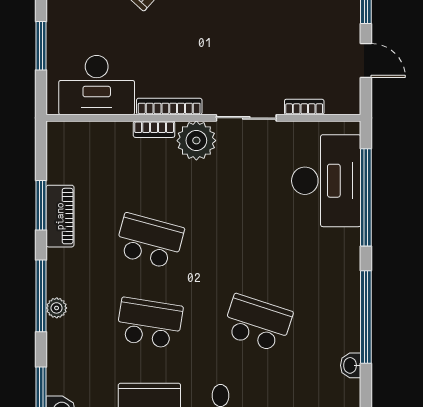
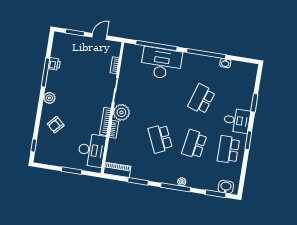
desk: (326, 181) -> (161, 63), moved
piano: (60, 216) -> (117, 170), moved
school desk: (149, 241) -> (160, 139), turned -39

